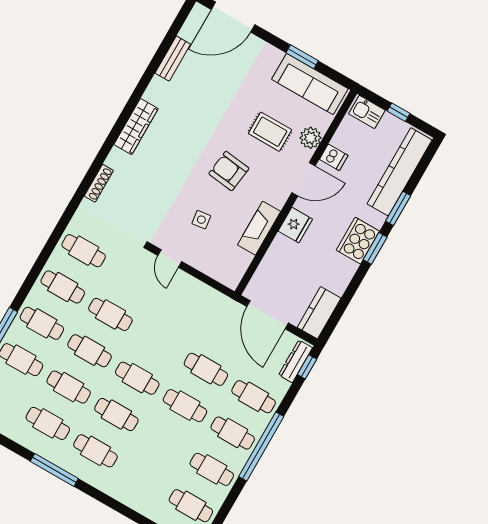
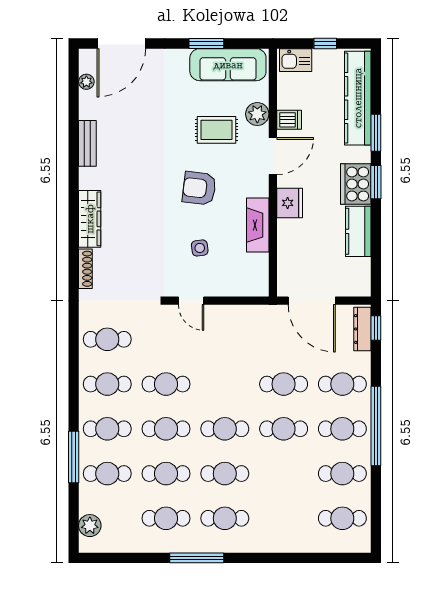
plant: (187, 32) -> (86, 82), added
bench: (173, 59) -> (87, 143), moved
wardrobe: (136, 127) -> (90, 219), moved
kitchen counter: (319, 313) -> (358, 231), moved

